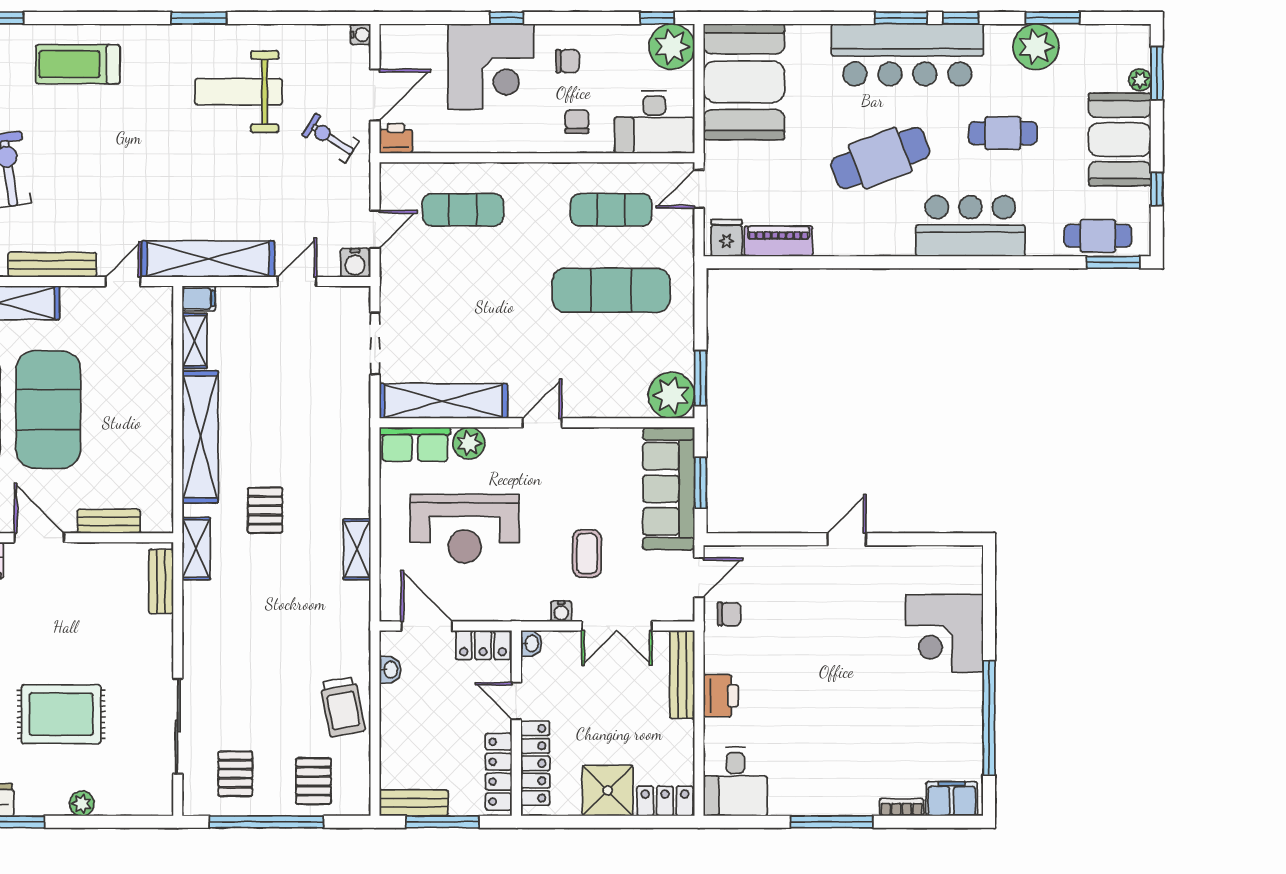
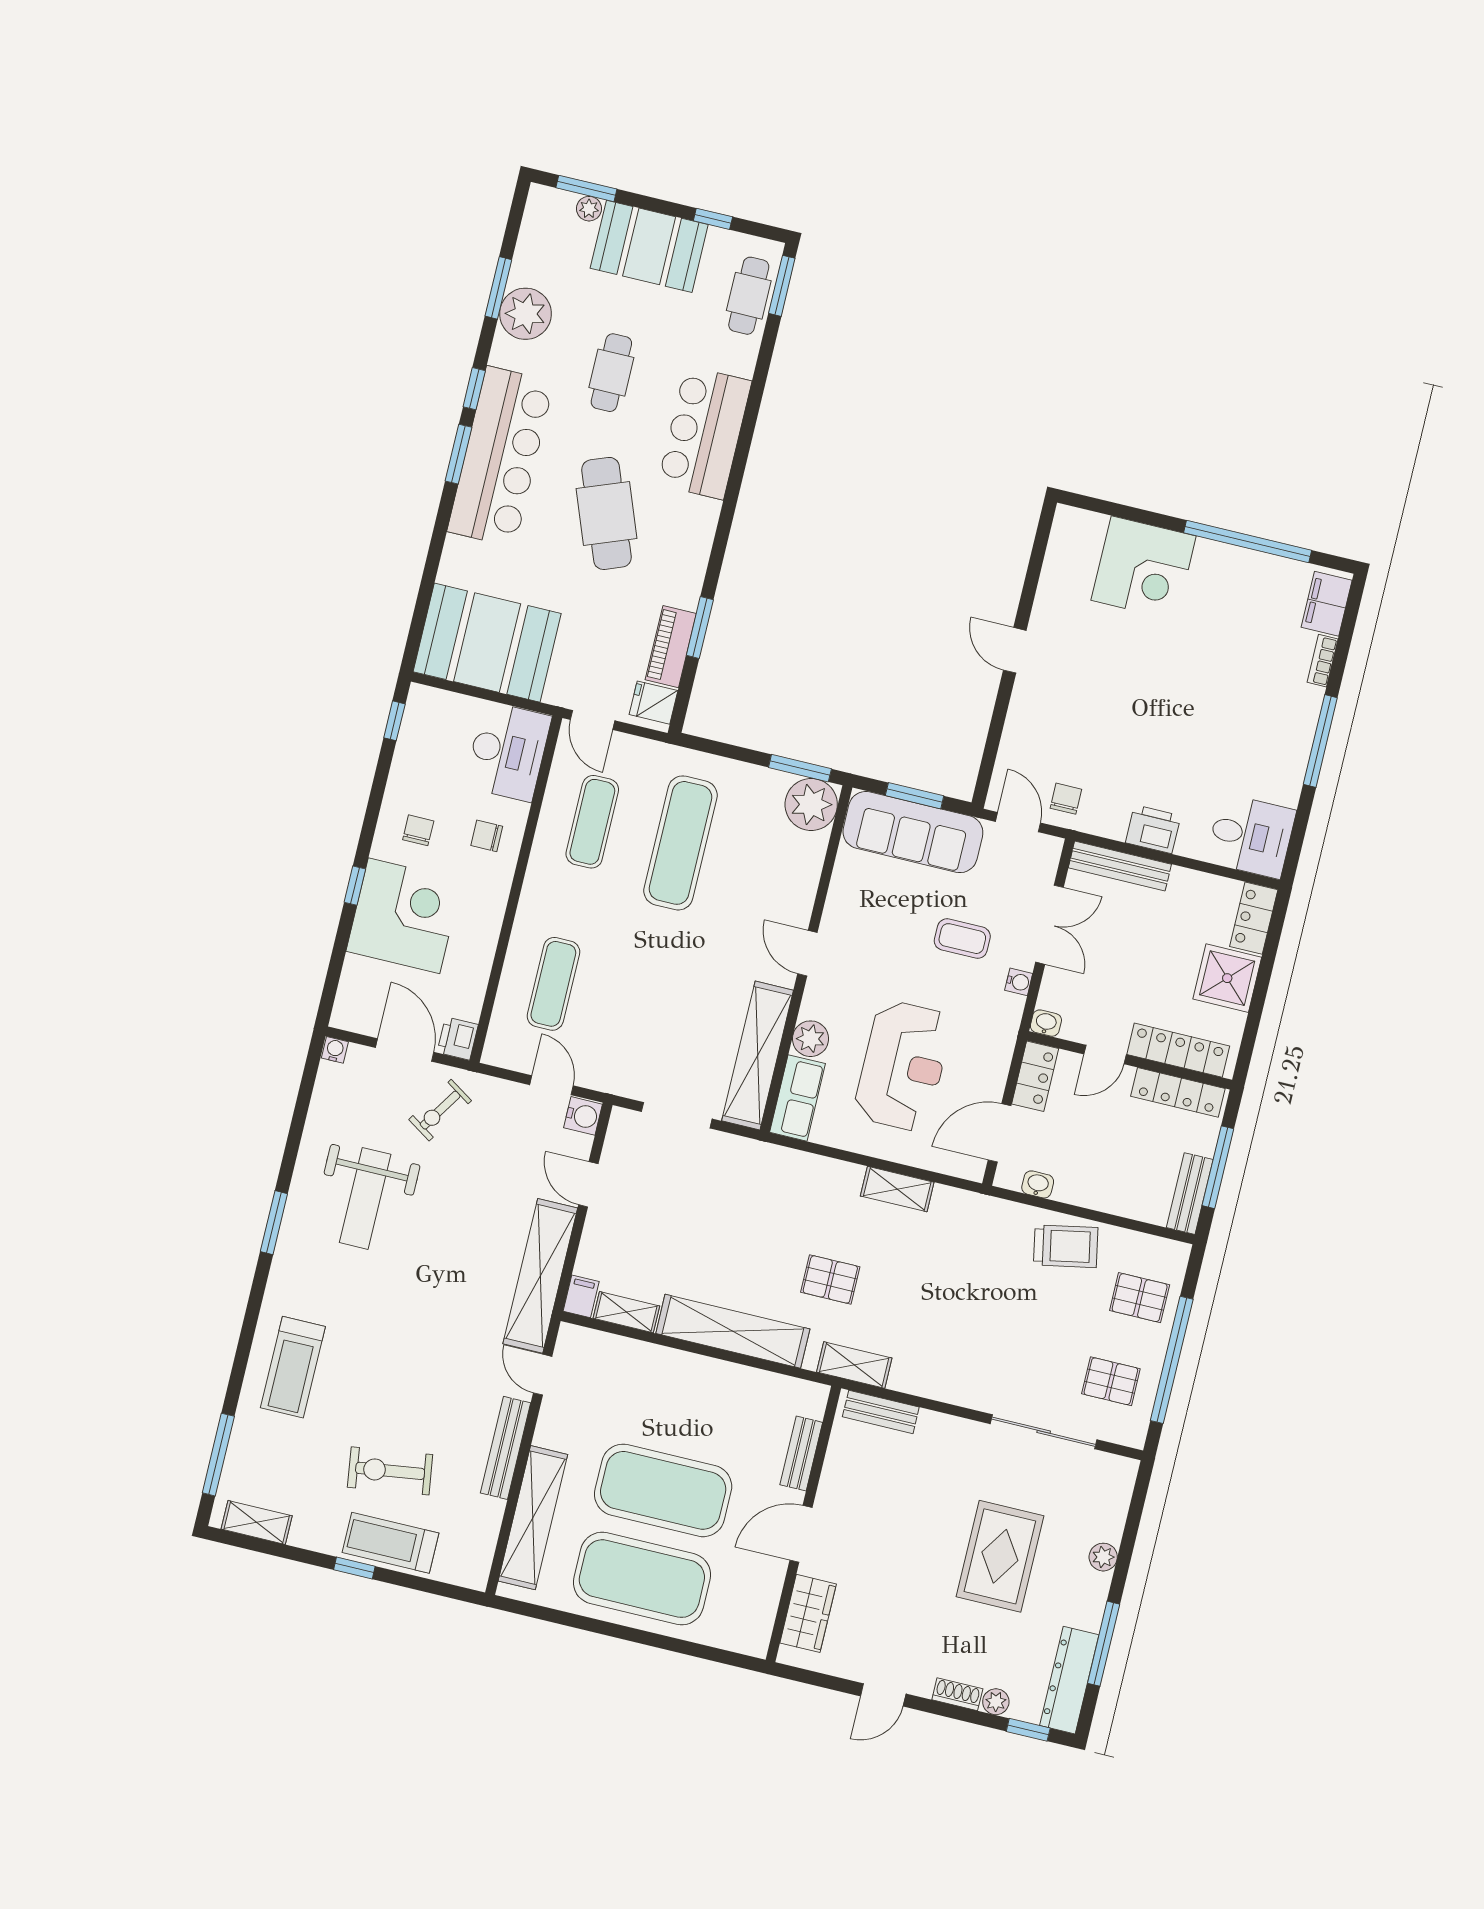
plant: (672, 47) -> (430, 712), removed
window: (801, 262) -> (700, 628), added

